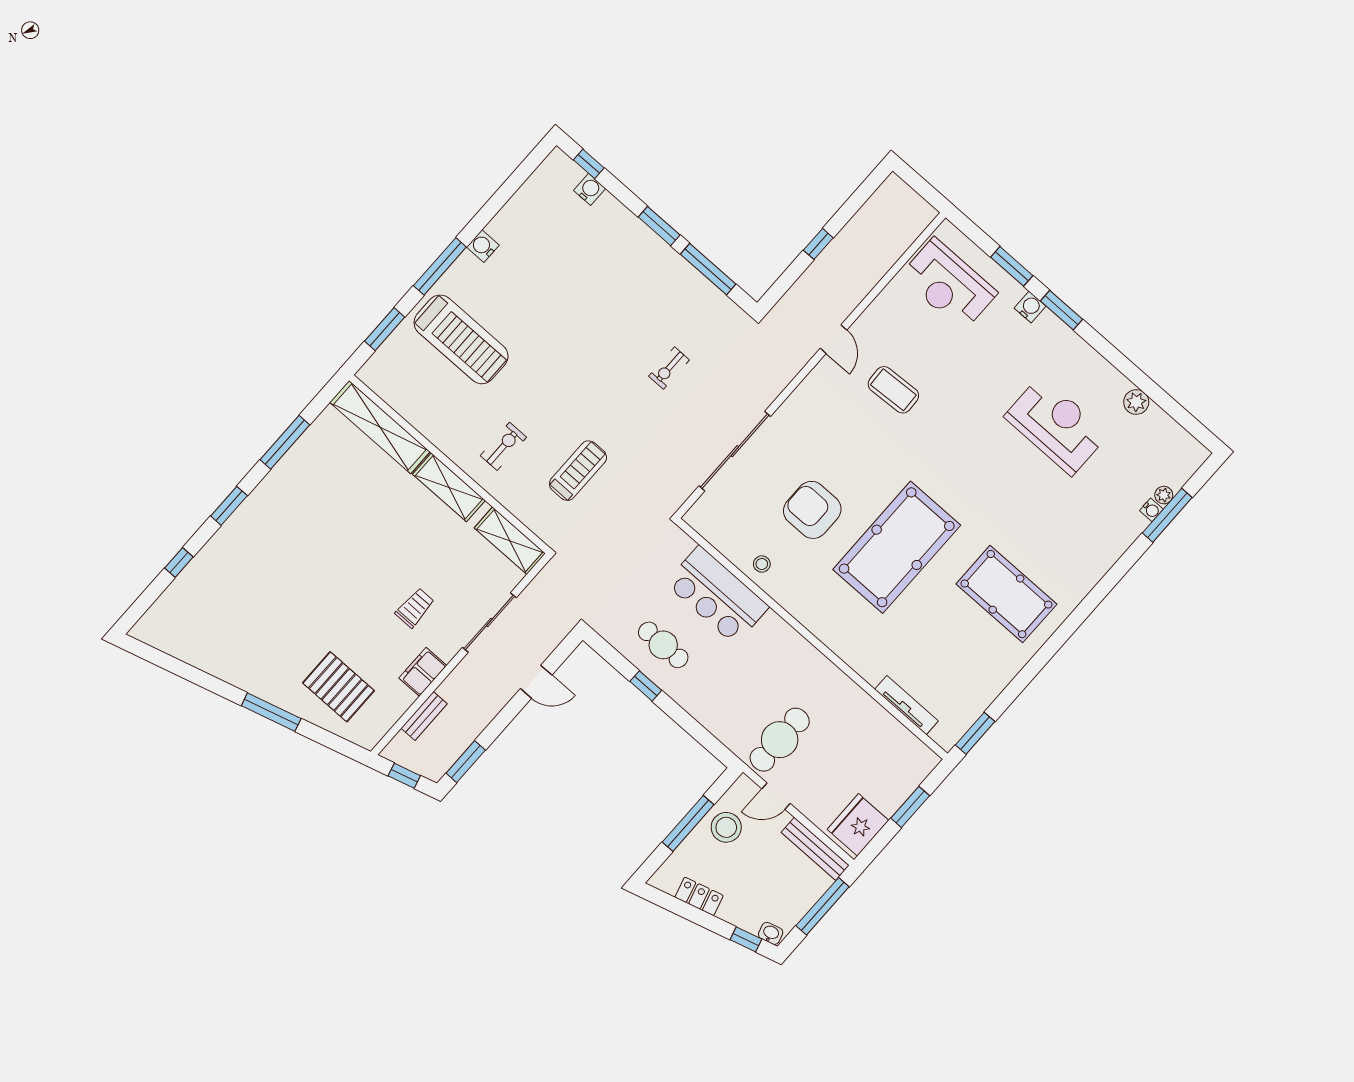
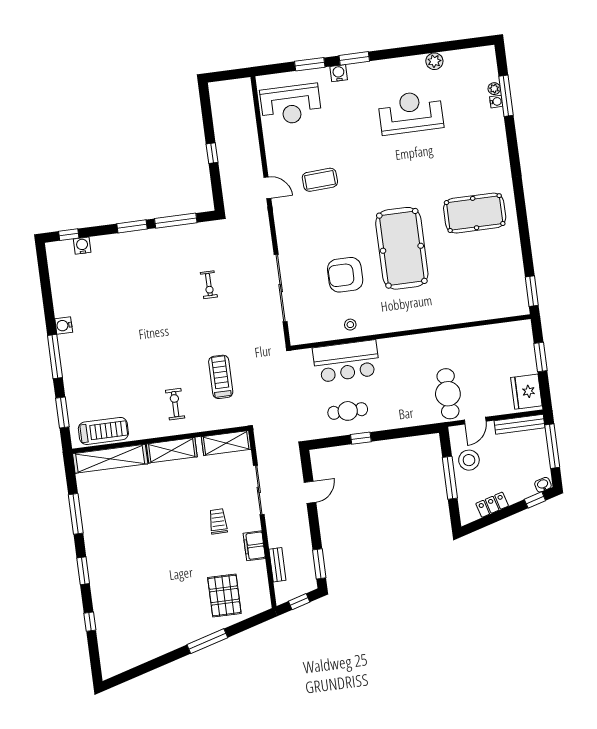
treadmill: (461, 339) -> (103, 431), moved, width x0.73, depth x0.73
pallet: (338, 687) -> (224, 595), turned 90
tv unit: (906, 705) -> (487, 314), removed

